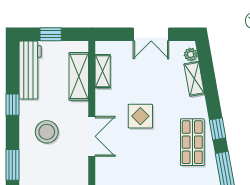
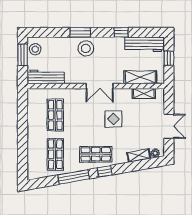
double door: (151, 34) -> (169, 126), swing flipped
stool: (47, 132) -> (86, 48), moved

